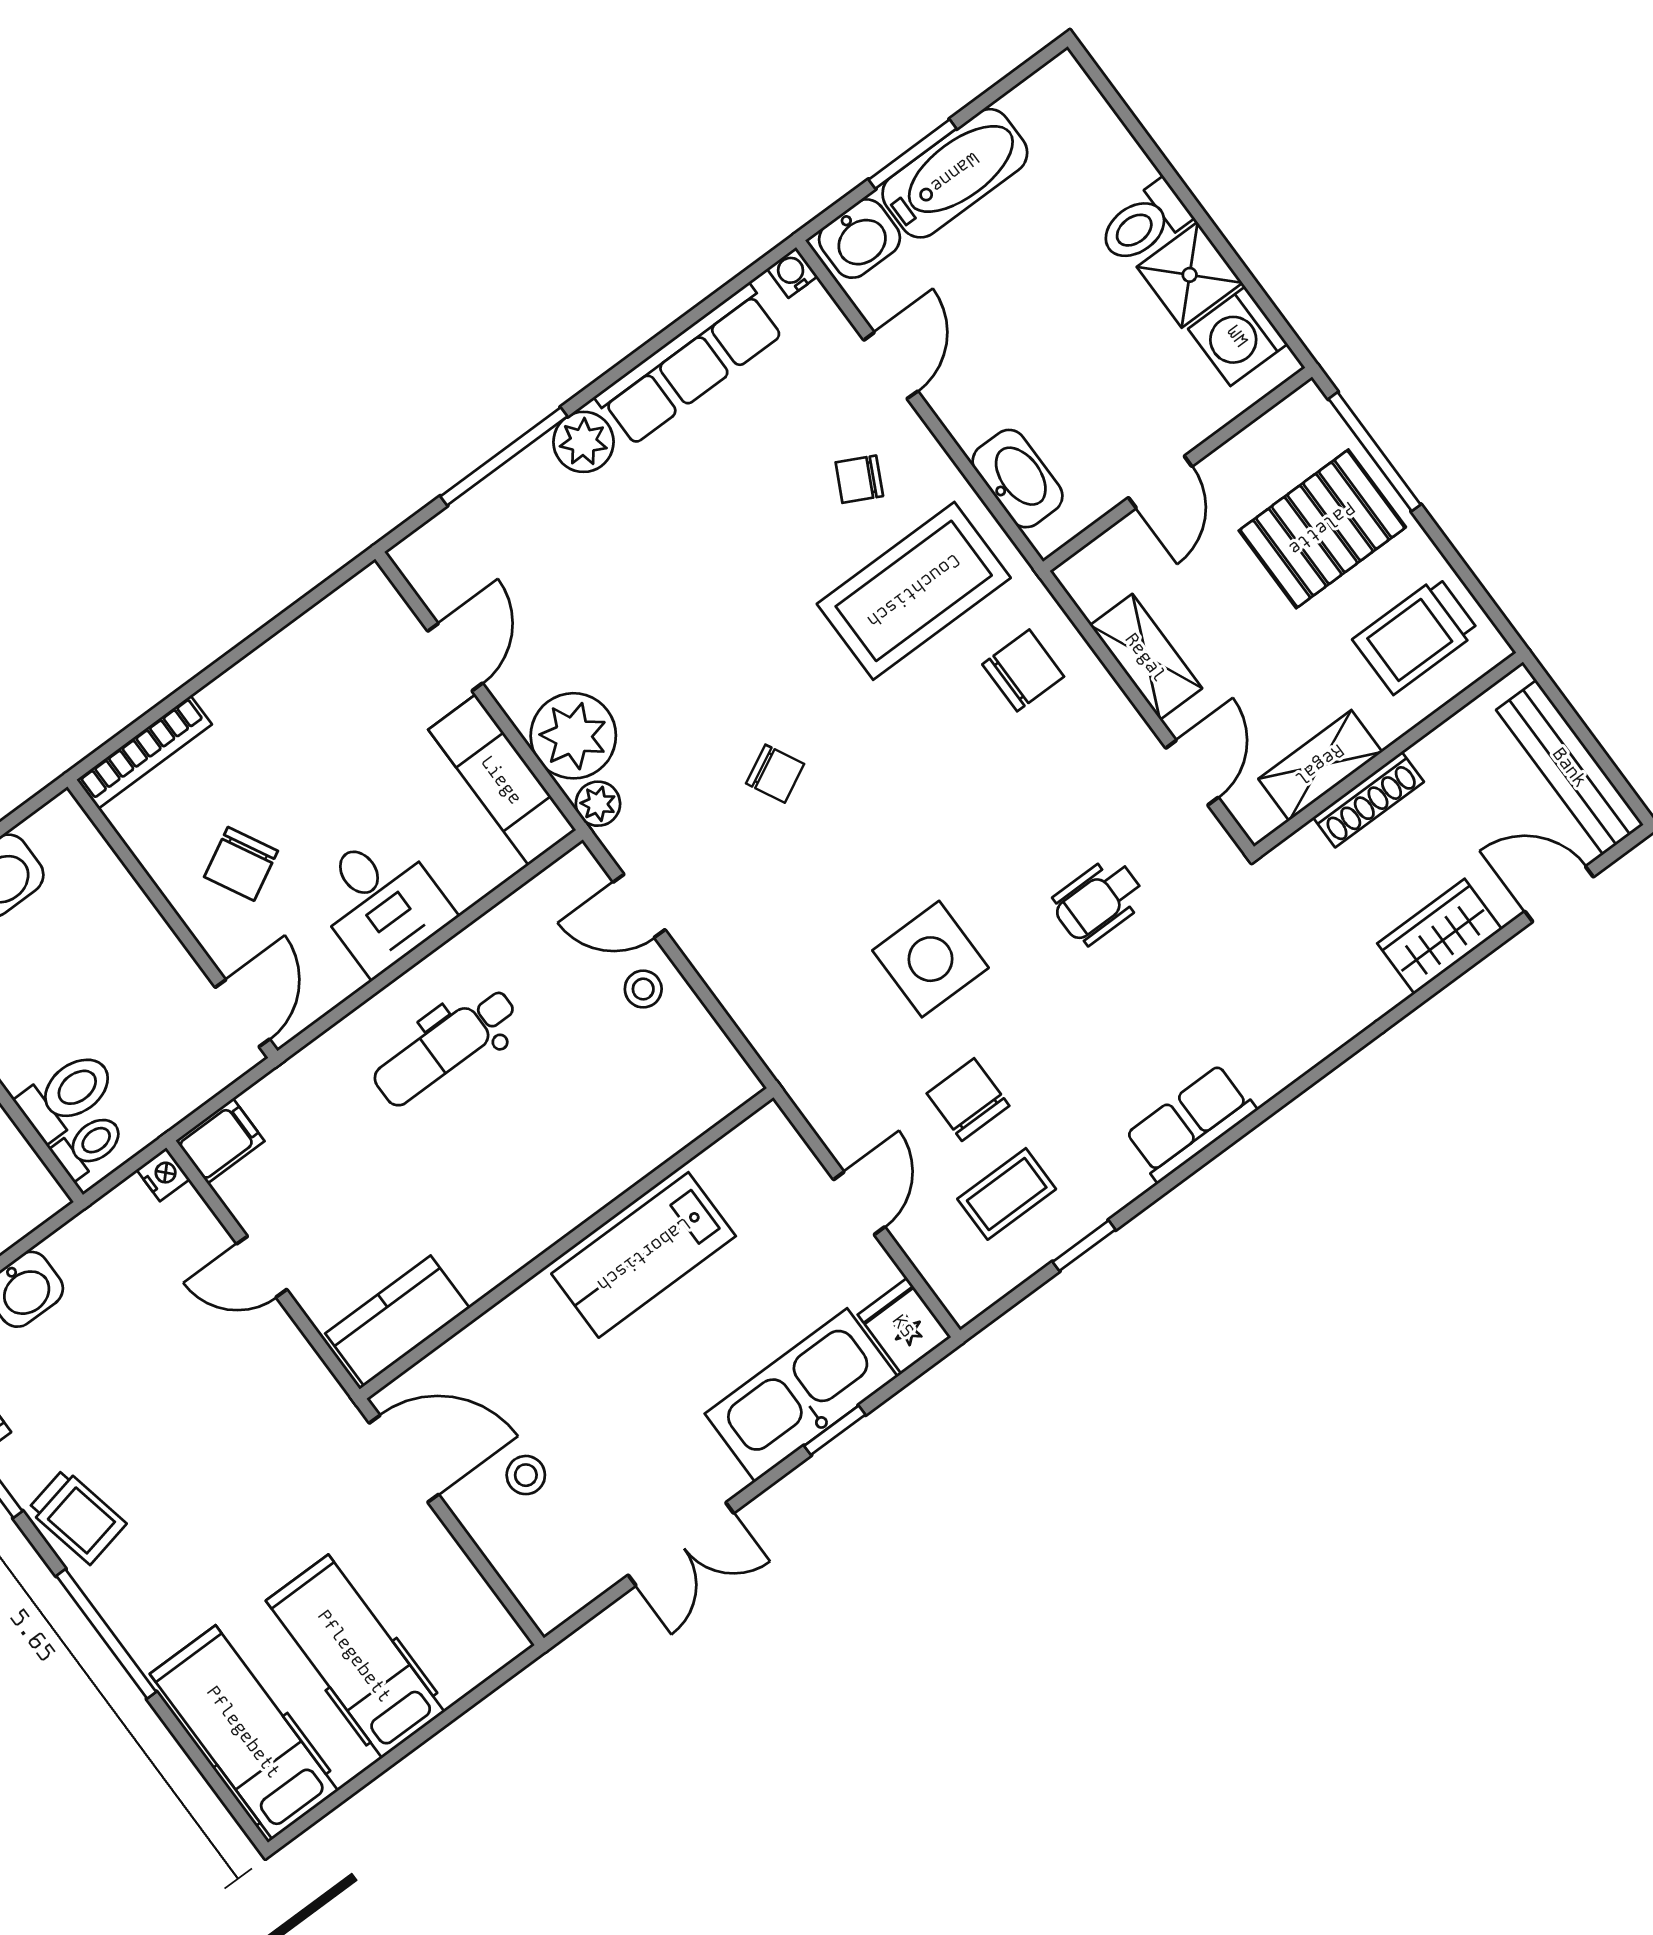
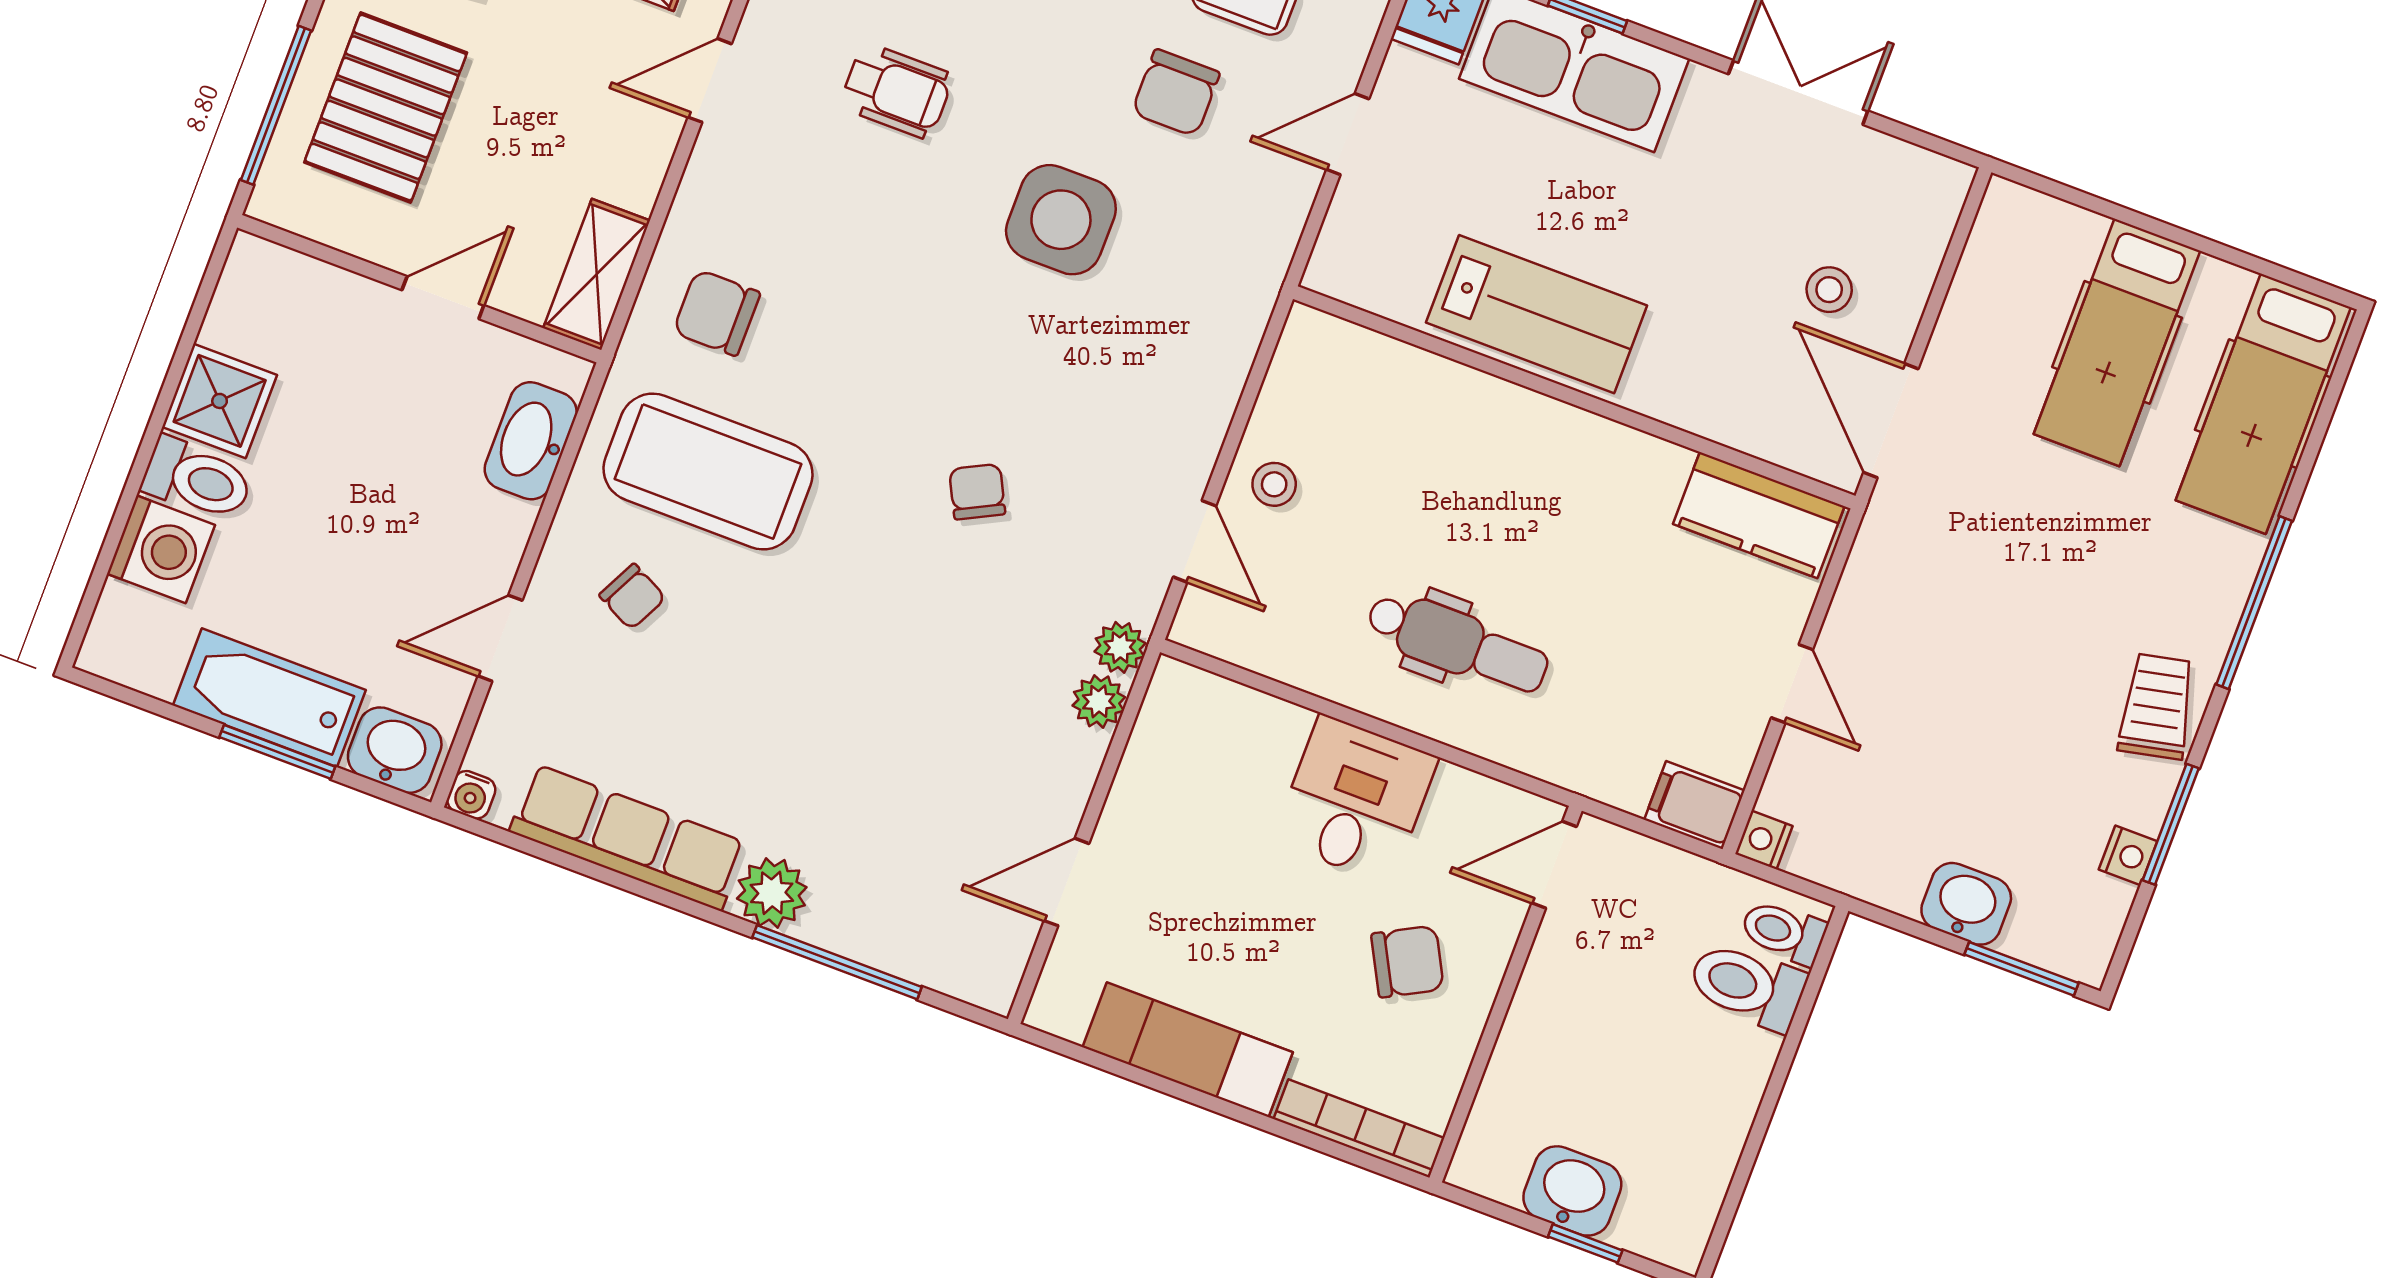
washing machine: (1238, 336) -> (161, 549), moved
pallet: (1322, 529) -> (386, 108), turned 90
shelving: (1146, 657) -> (597, 274), moved
plant: (573, 736) -> (1099, 701), width x0.53, depth x0.53
exam couch: (502, 780) -> (1188, 1050), moved, turned -90

